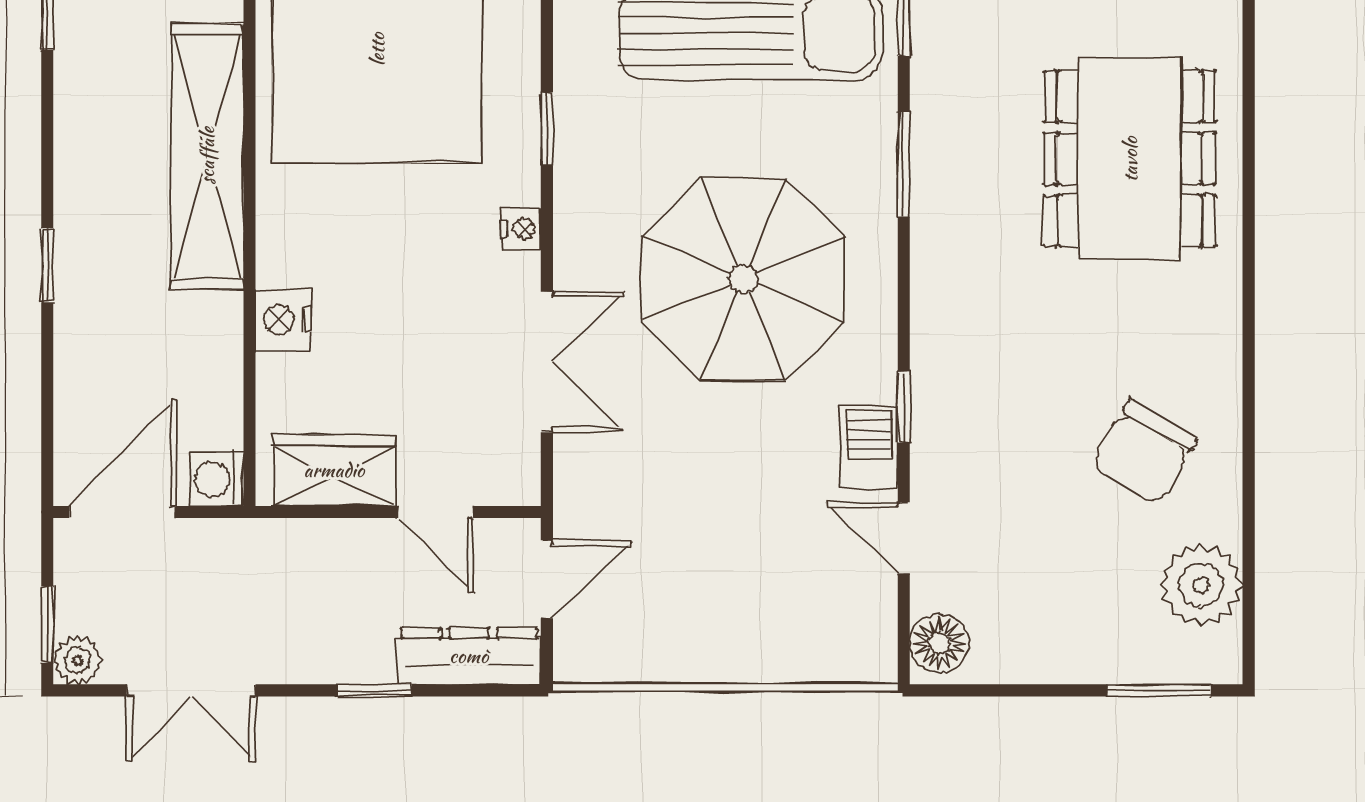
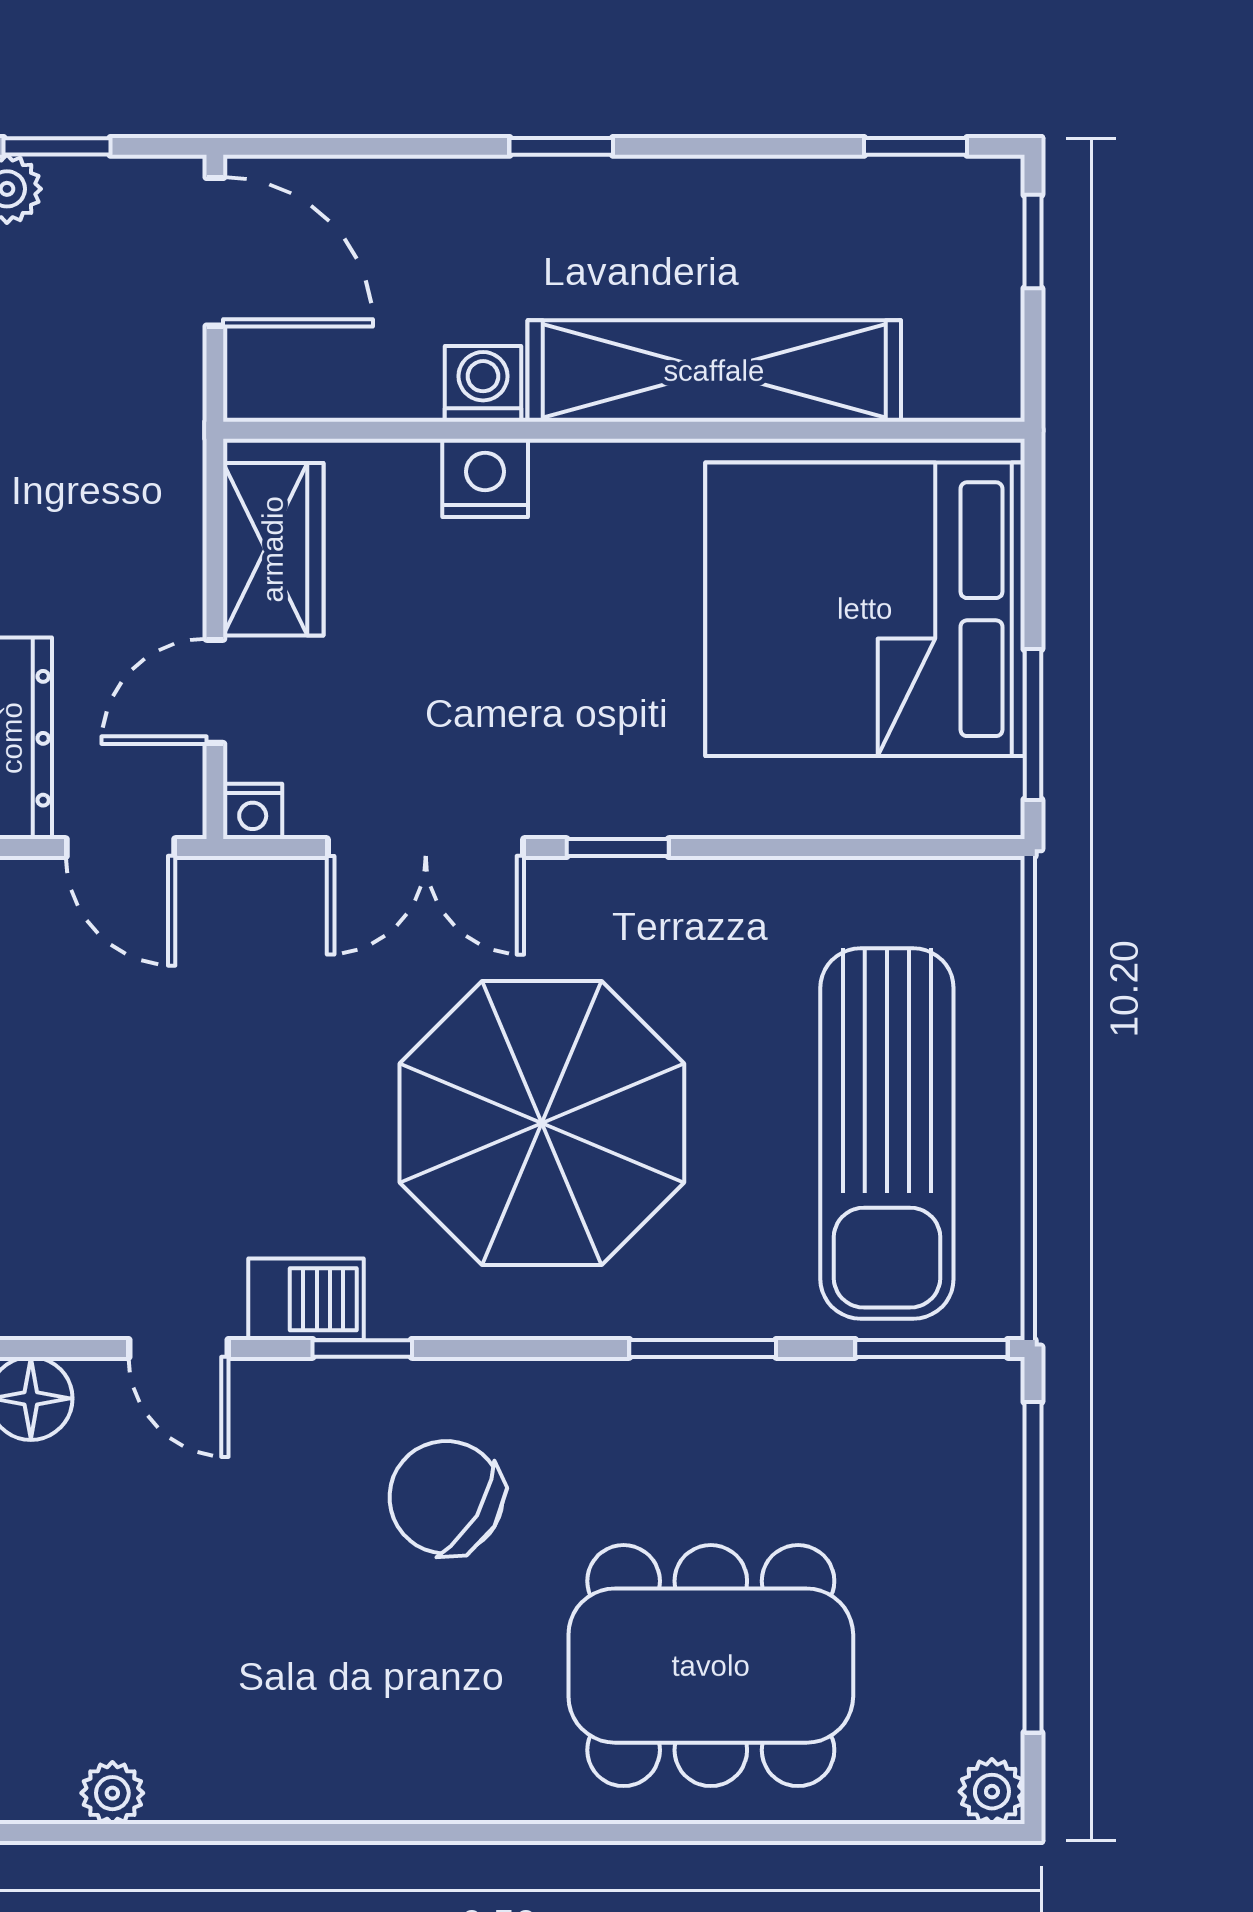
window: (547, 129) -> (618, 848), moved
nightstand: (521, 229) -> (253, 811), moved
chair: (1144, 452) -> (446, 1497), moved
washing machine: (216, 479) -> (483, 384), moved
door: (904, 538) -> (179, 1348), swing flipped
plant: (1201, 585) -> (112, 1793), width x0.53, depth x0.53

